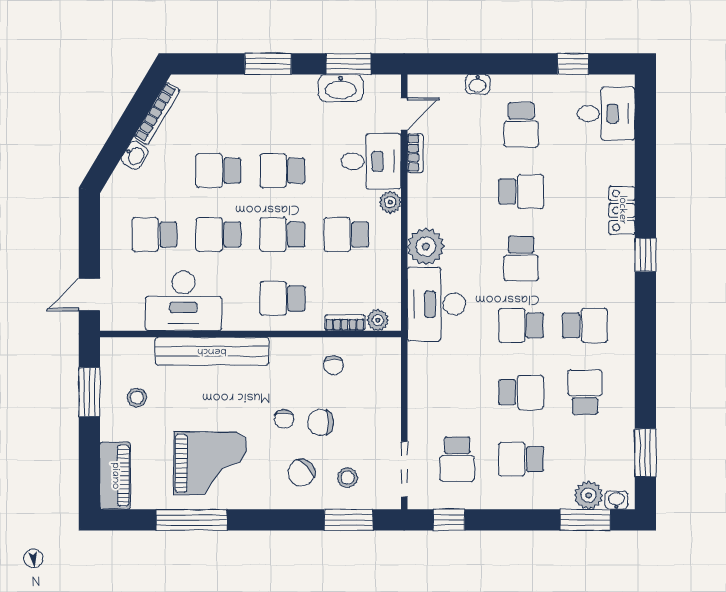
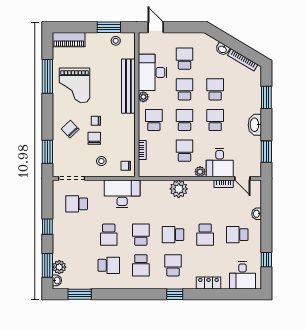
window: (268, 64) -> (266, 97), moved
washbasin: (341, 88) -> (255, 125), moved
locker: (622, 210) -> (209, 283), moved
desk: (436, 304) -> (122, 194), moved
plant: (378, 320) -> (143, 97), moved
chair: (333, 365) -> (126, 166), moved
stool: (137, 398) -> (116, 41), moved
school desk: (521, 459) -> (173, 265), moved
stool: (347, 478) -> (101, 161), moved
window: (449, 520) -> (47, 227), moved

